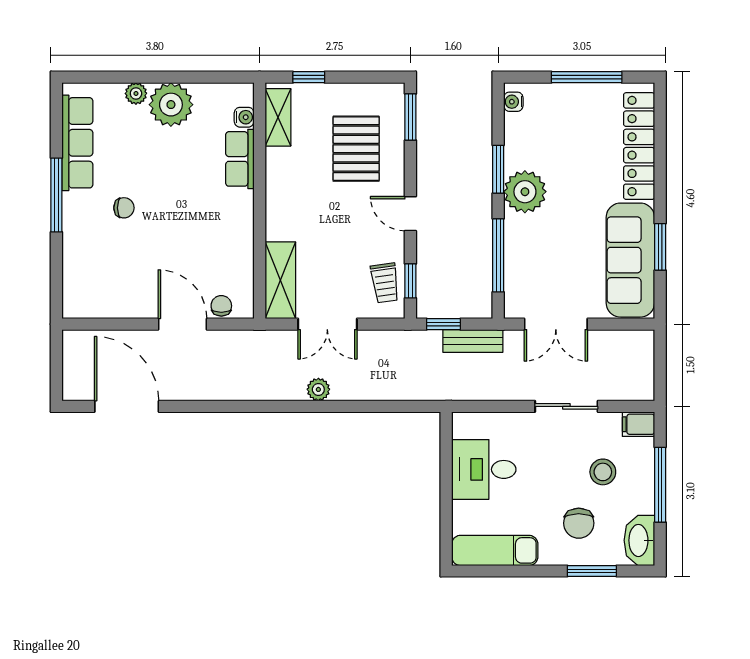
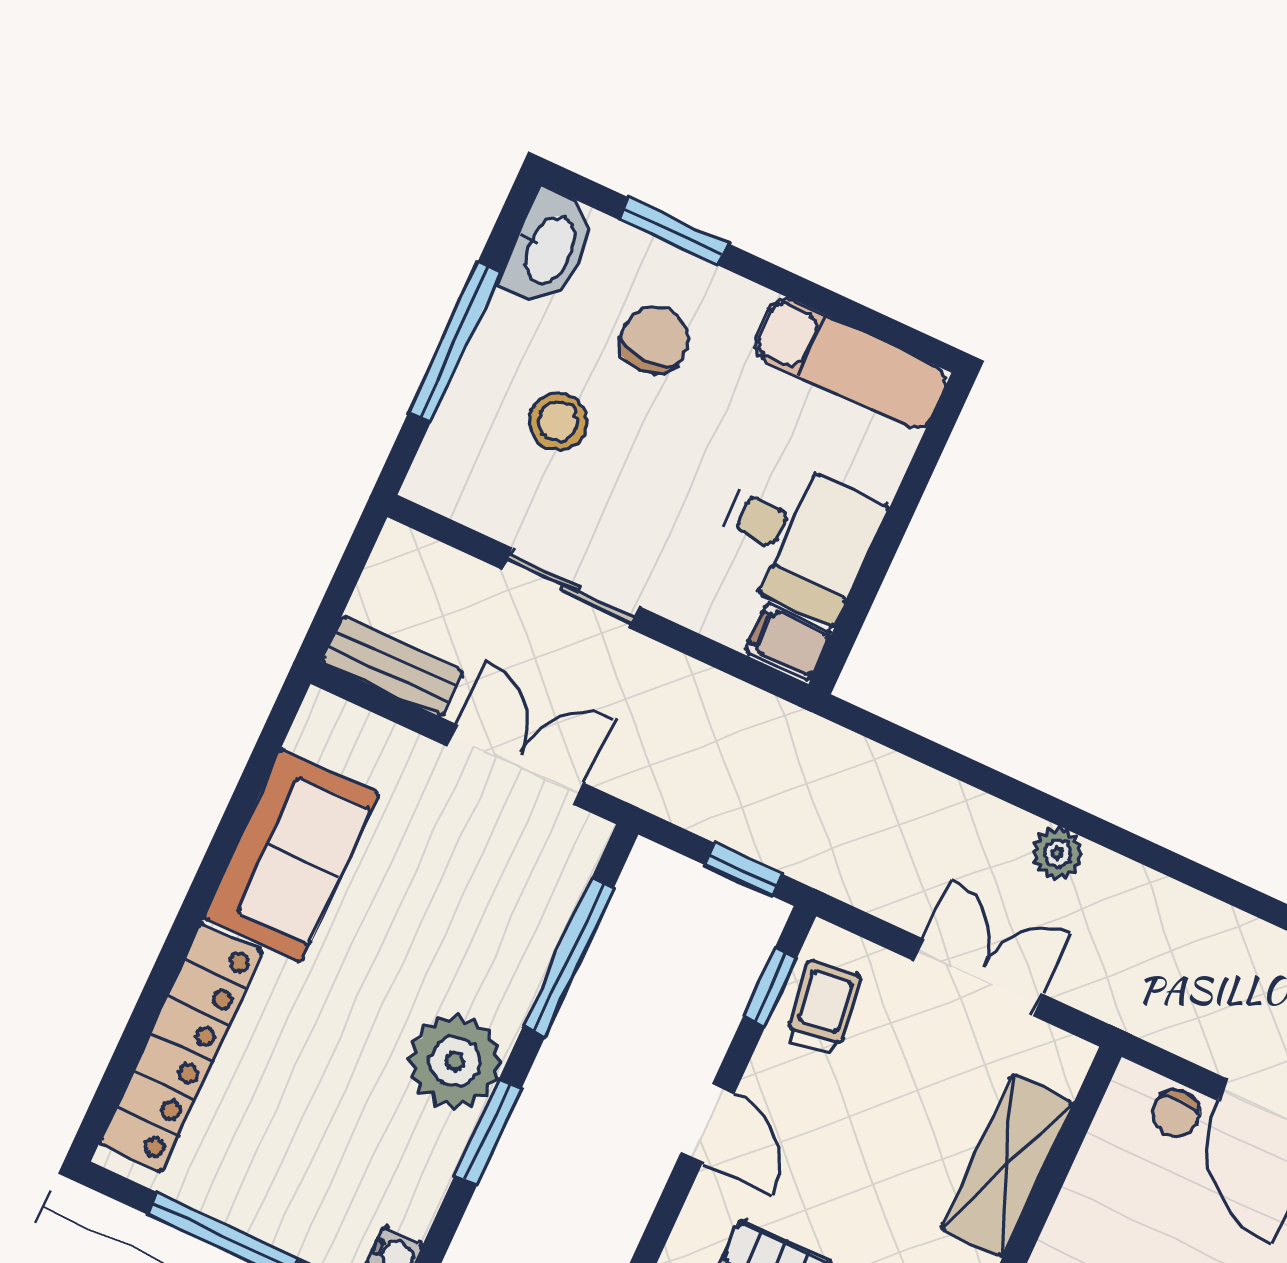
window: (660, 247) -> (233, 824), removed
sofa: (630, 260) -> (291, 855), width x0.73
shelving: (280, 280) -> (1007, 1165), moved
bench: (473, 341) -> (392, 666), moved
filing cabinet: (638, 424) -> (788, 642), moved, turned 180

